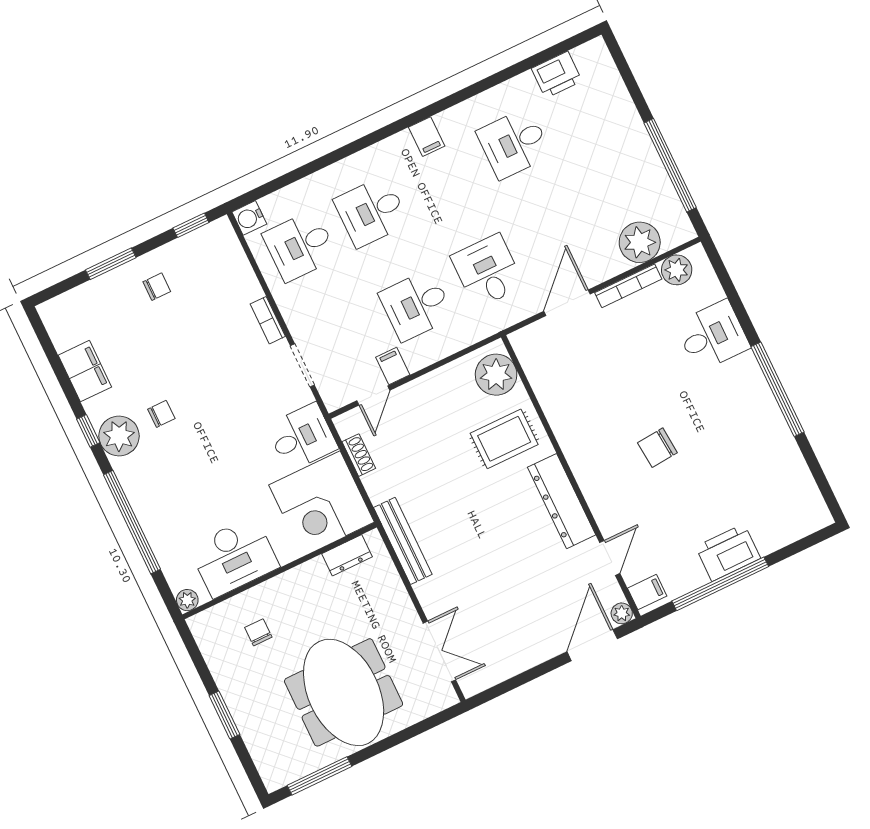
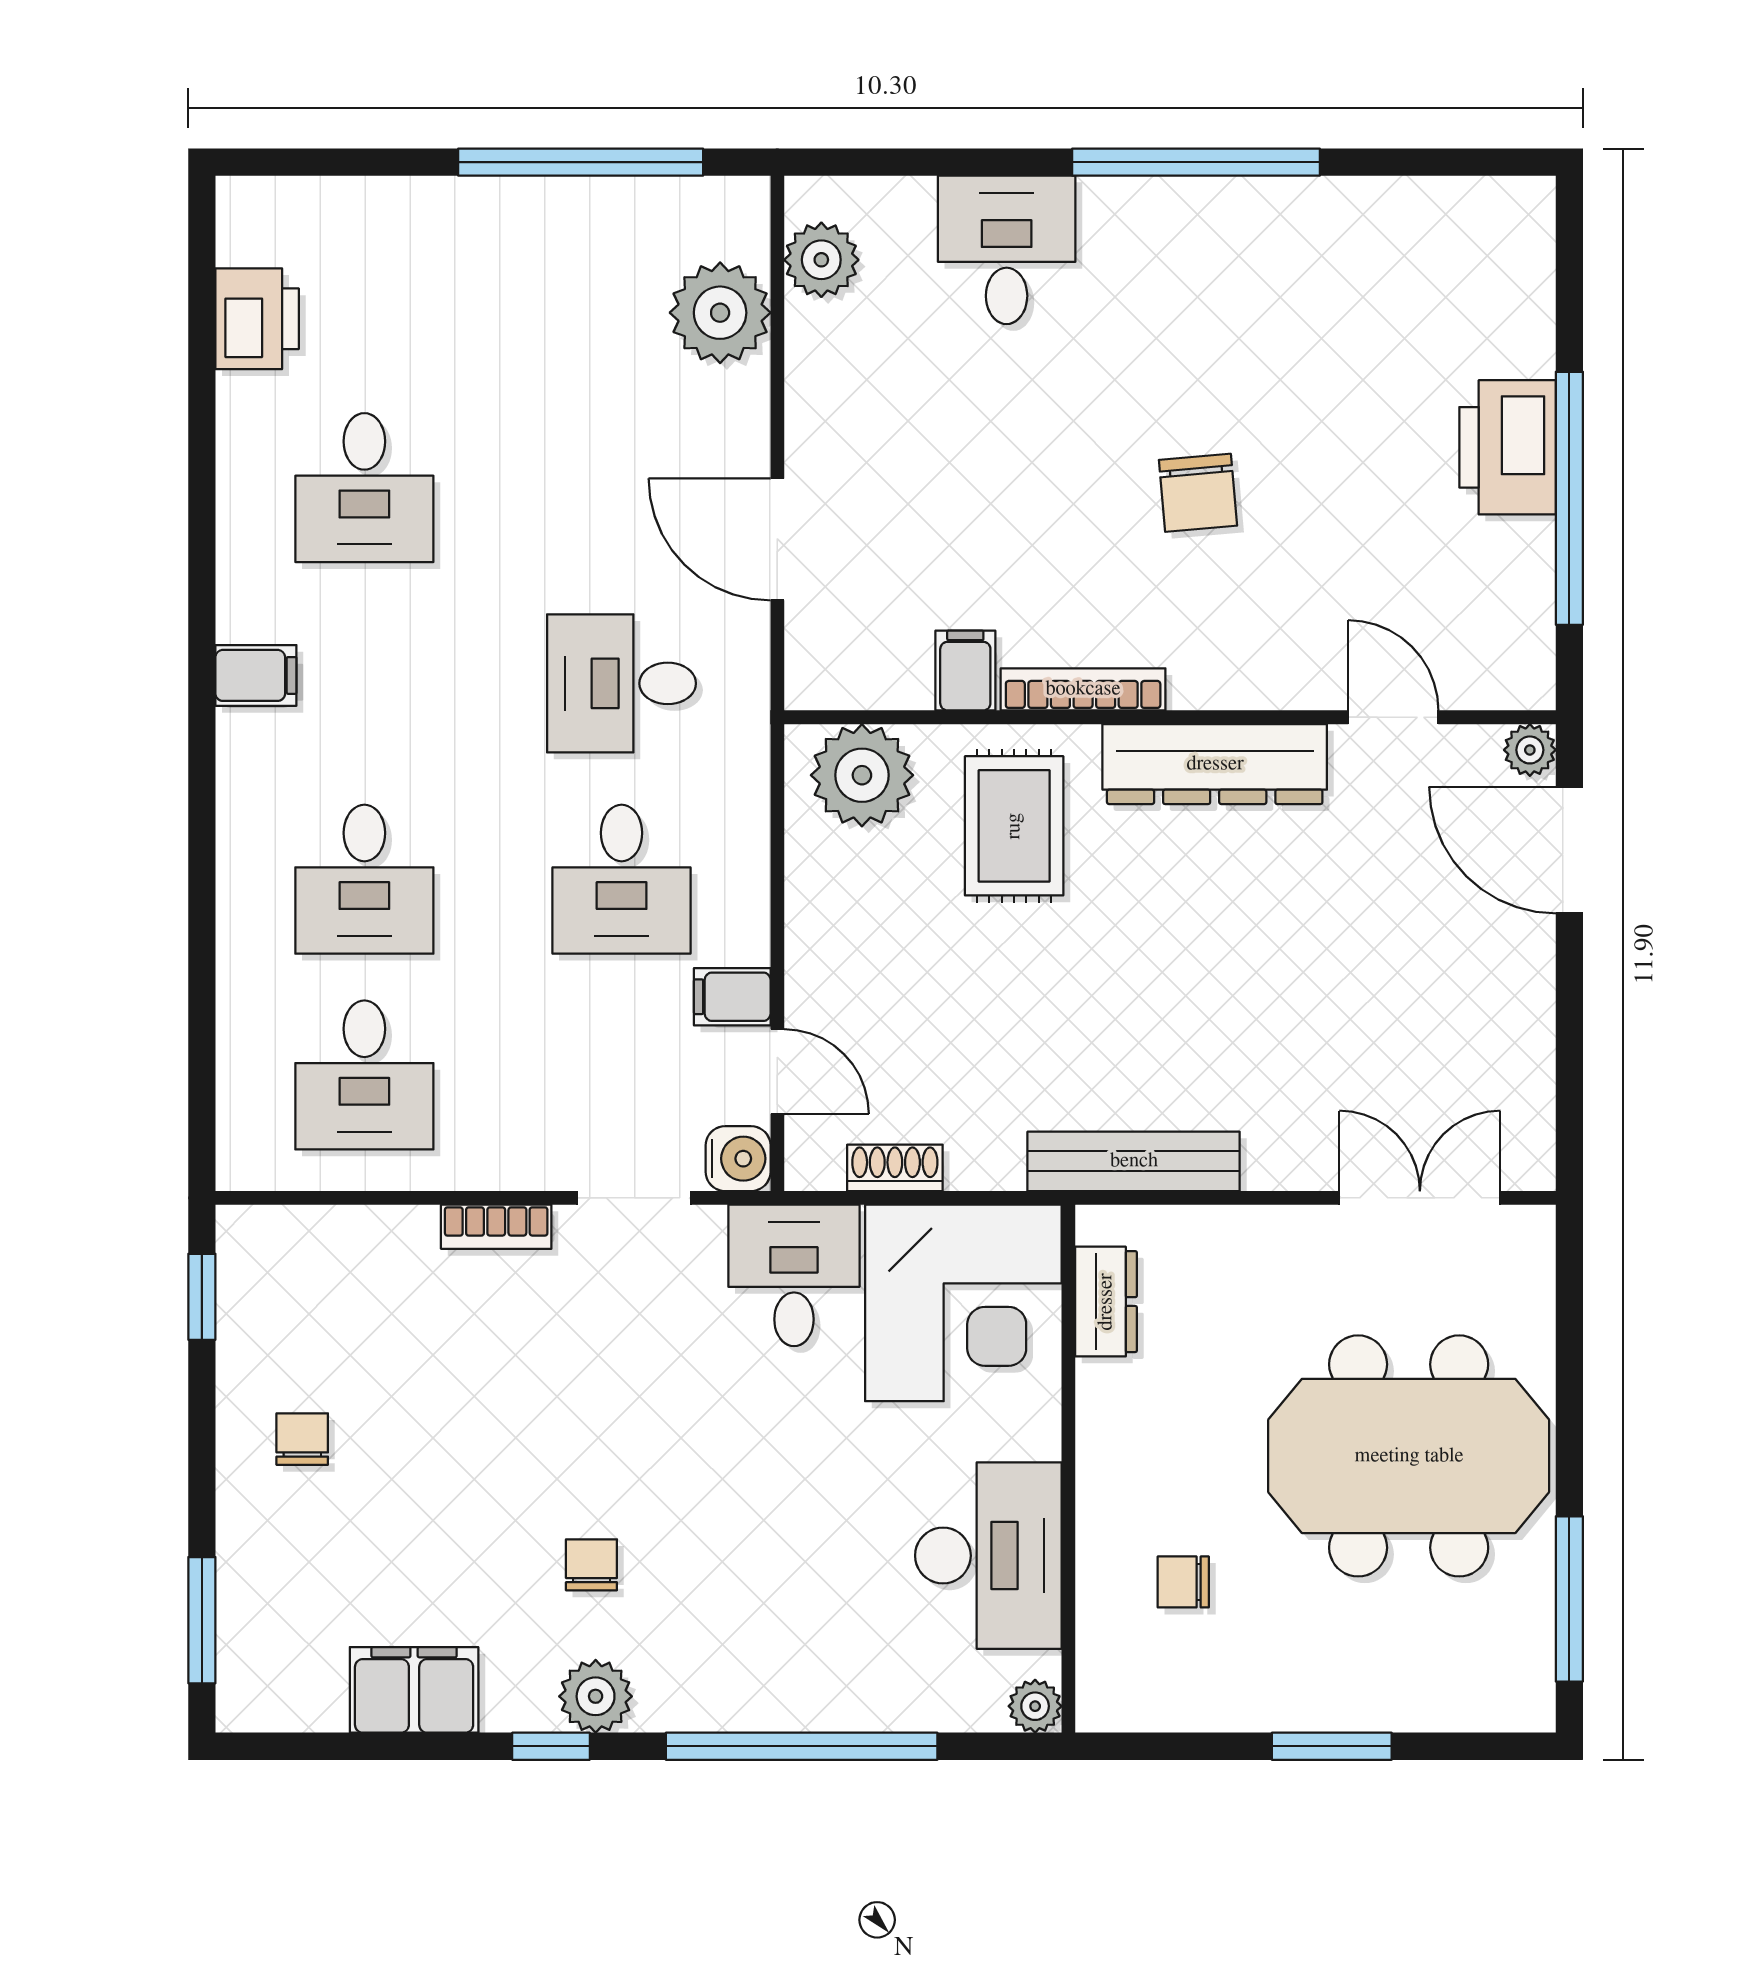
water cooler: (249, 218) -> (738, 1159), moved, turned -90
window: (111, 264) -> (202, 1620), moved
bookcase: (628, 286) -> (1083, 689), moved, turned -90
plant: (119, 436) -> (596, 1696), width x0.73, depth x0.73
filing cabinet: (647, 592) -> (965, 671), moved

